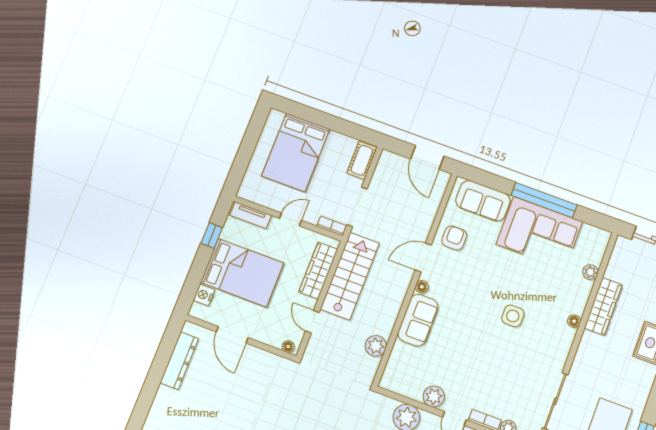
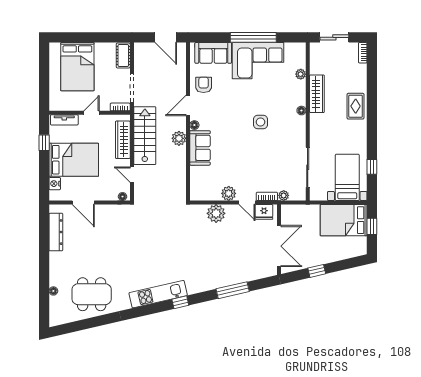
plant: (376, 346) -> (179, 138), moved

